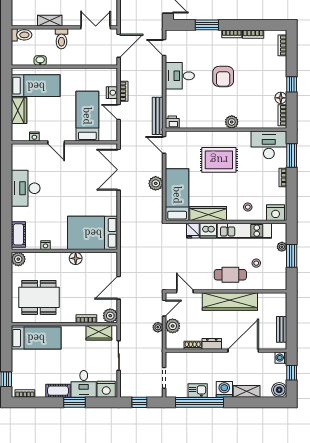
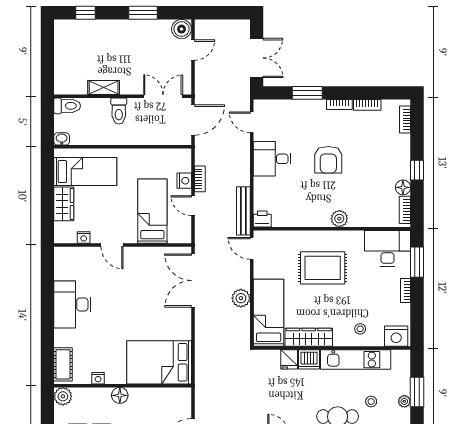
washbasin: (40, 60) -> (62, 139), moved
plant: (282, 247) -> (404, 401), moved
floor lamp: (76, 258) -> (120, 395), moved

